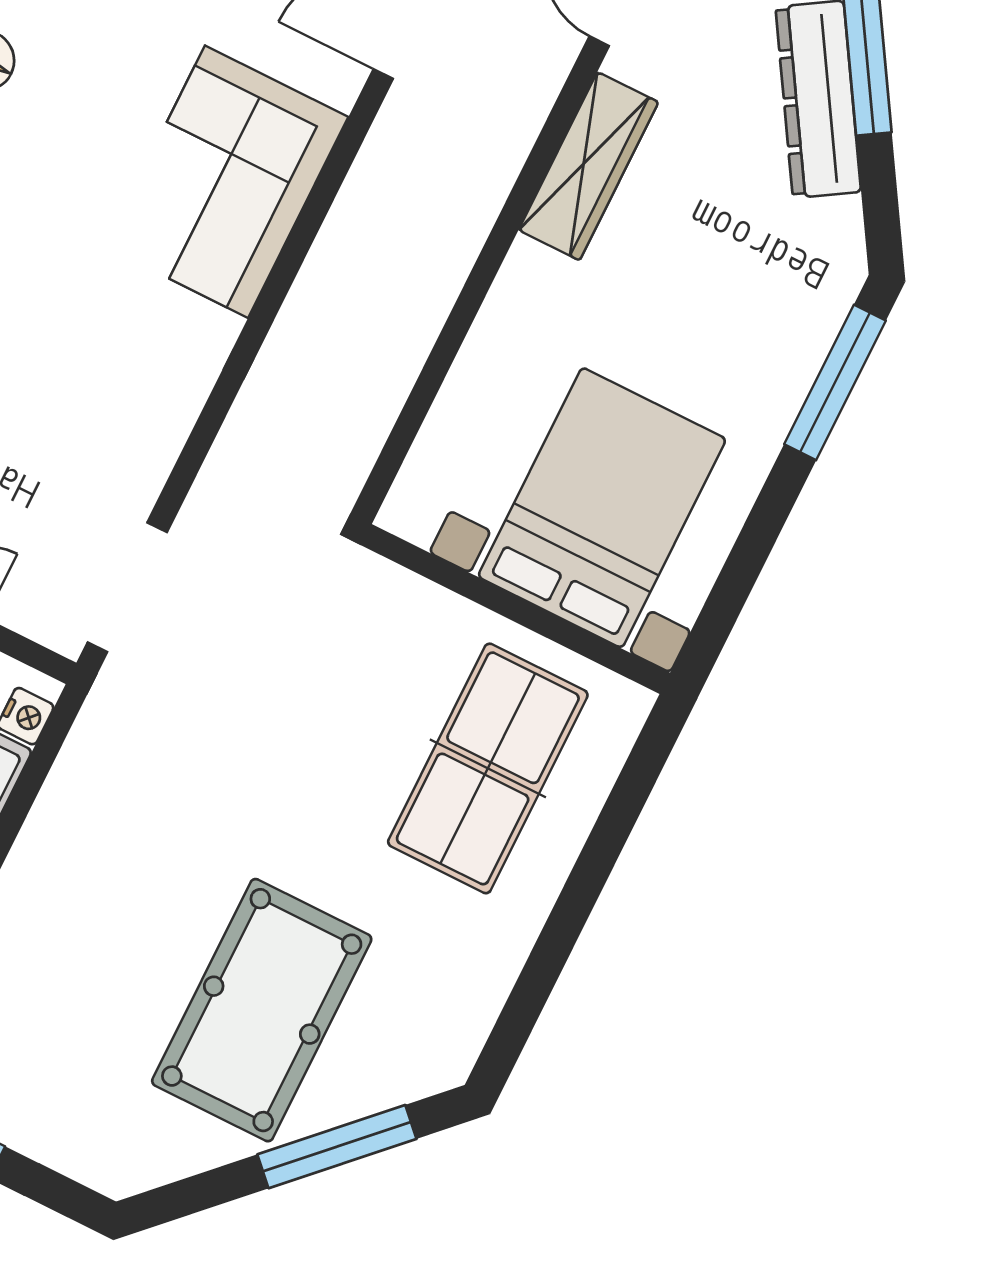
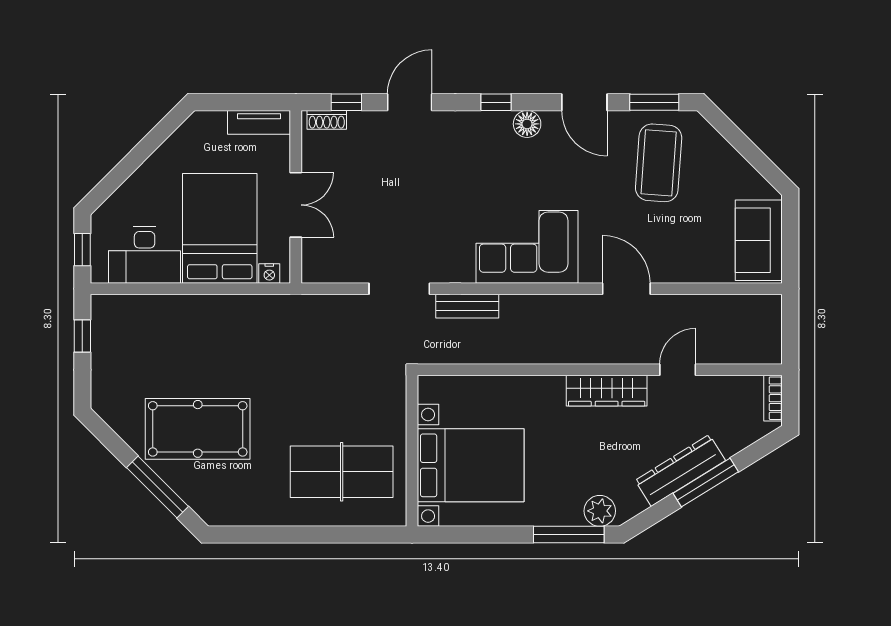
plant: (819, 298) -> (600, 511), added
bench: (285, 358) -> (467, 306), added
doorway: (127, 587) -> (399, 289), moved

